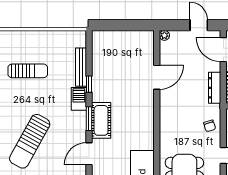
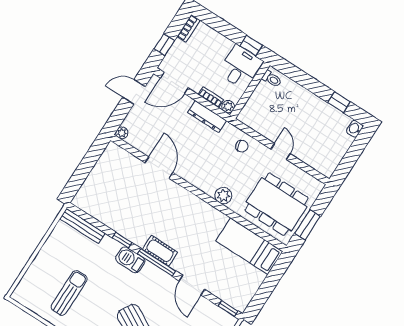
bench: (81, 67) -> (83, 226), moved
window: (89, 119) -> (157, 262), width x1.44
cot: (101, 120) -> (160, 251), width x0.73, depth x0.75
plant: (166, 135) -> (223, 196), added

